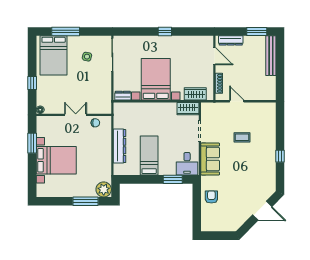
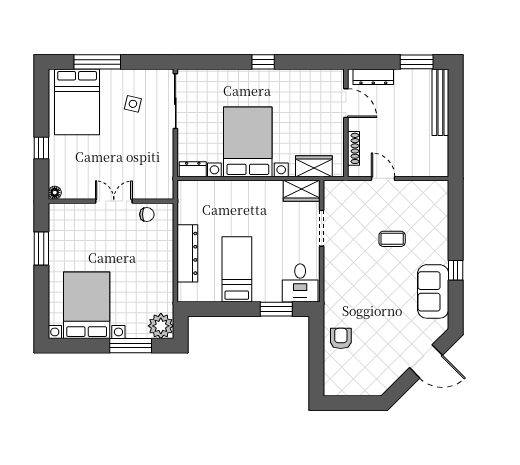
sofa: (210, 159) -> (433, 291), moved, turned 180
bed with nightstands: (56, 160) -> (87, 305), moved, turned -90

